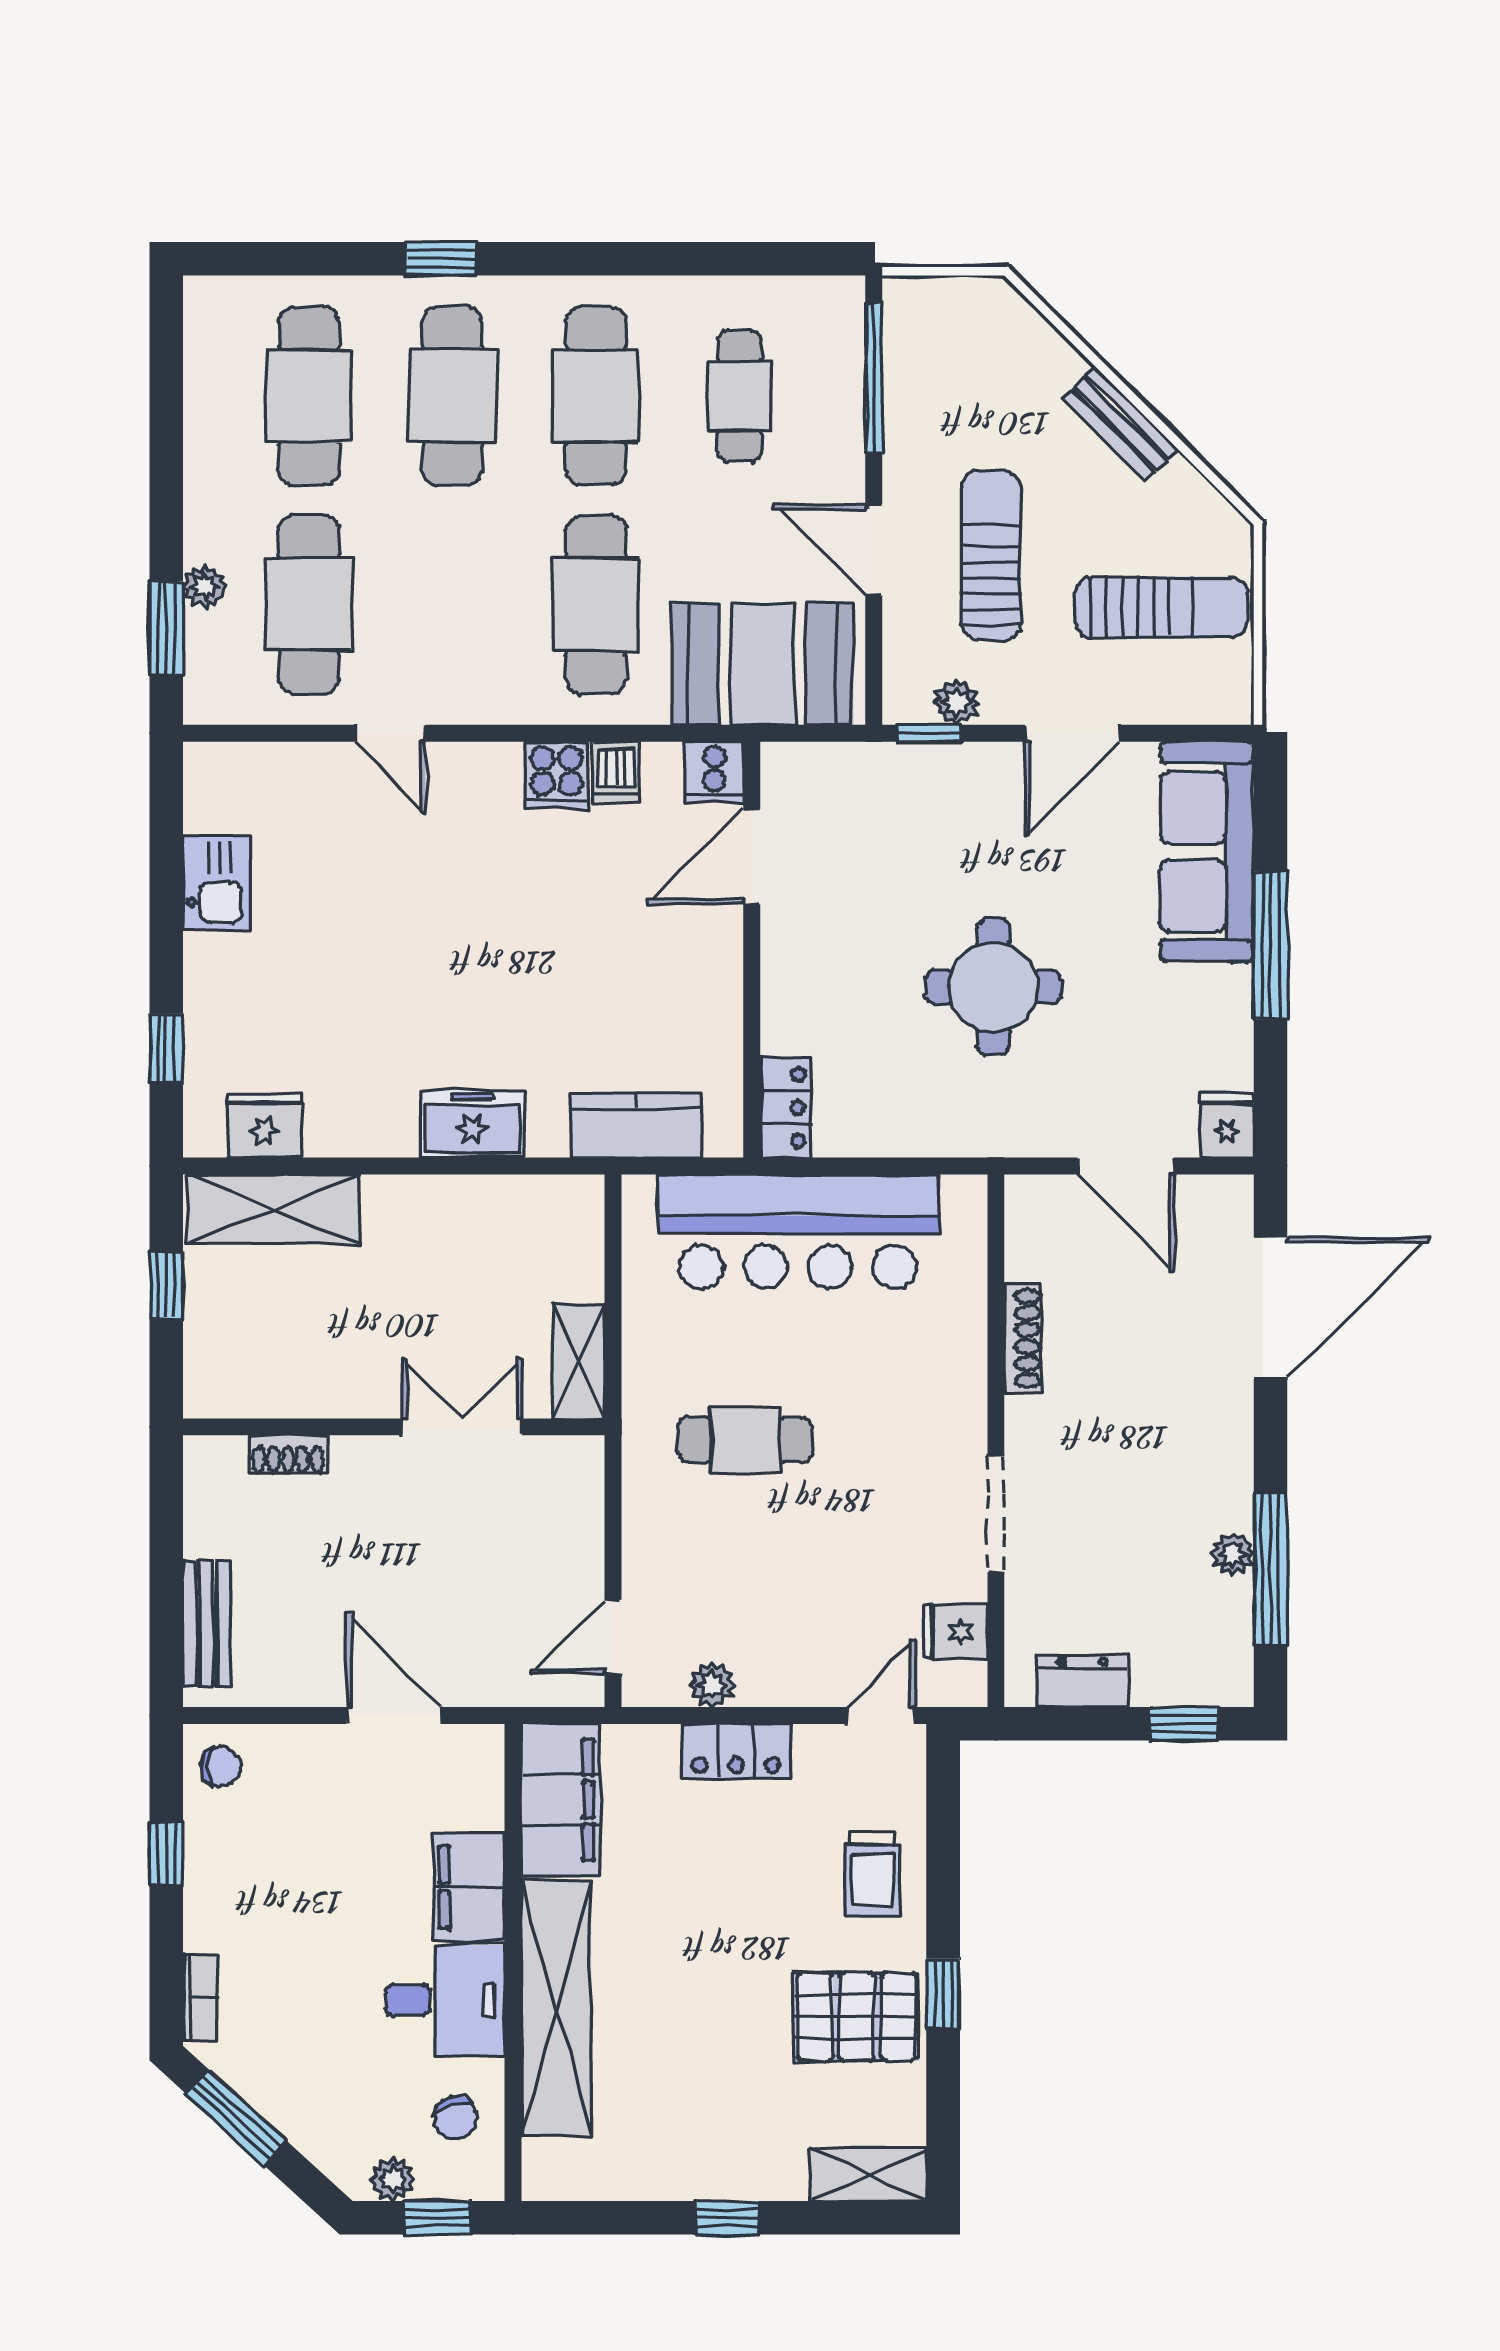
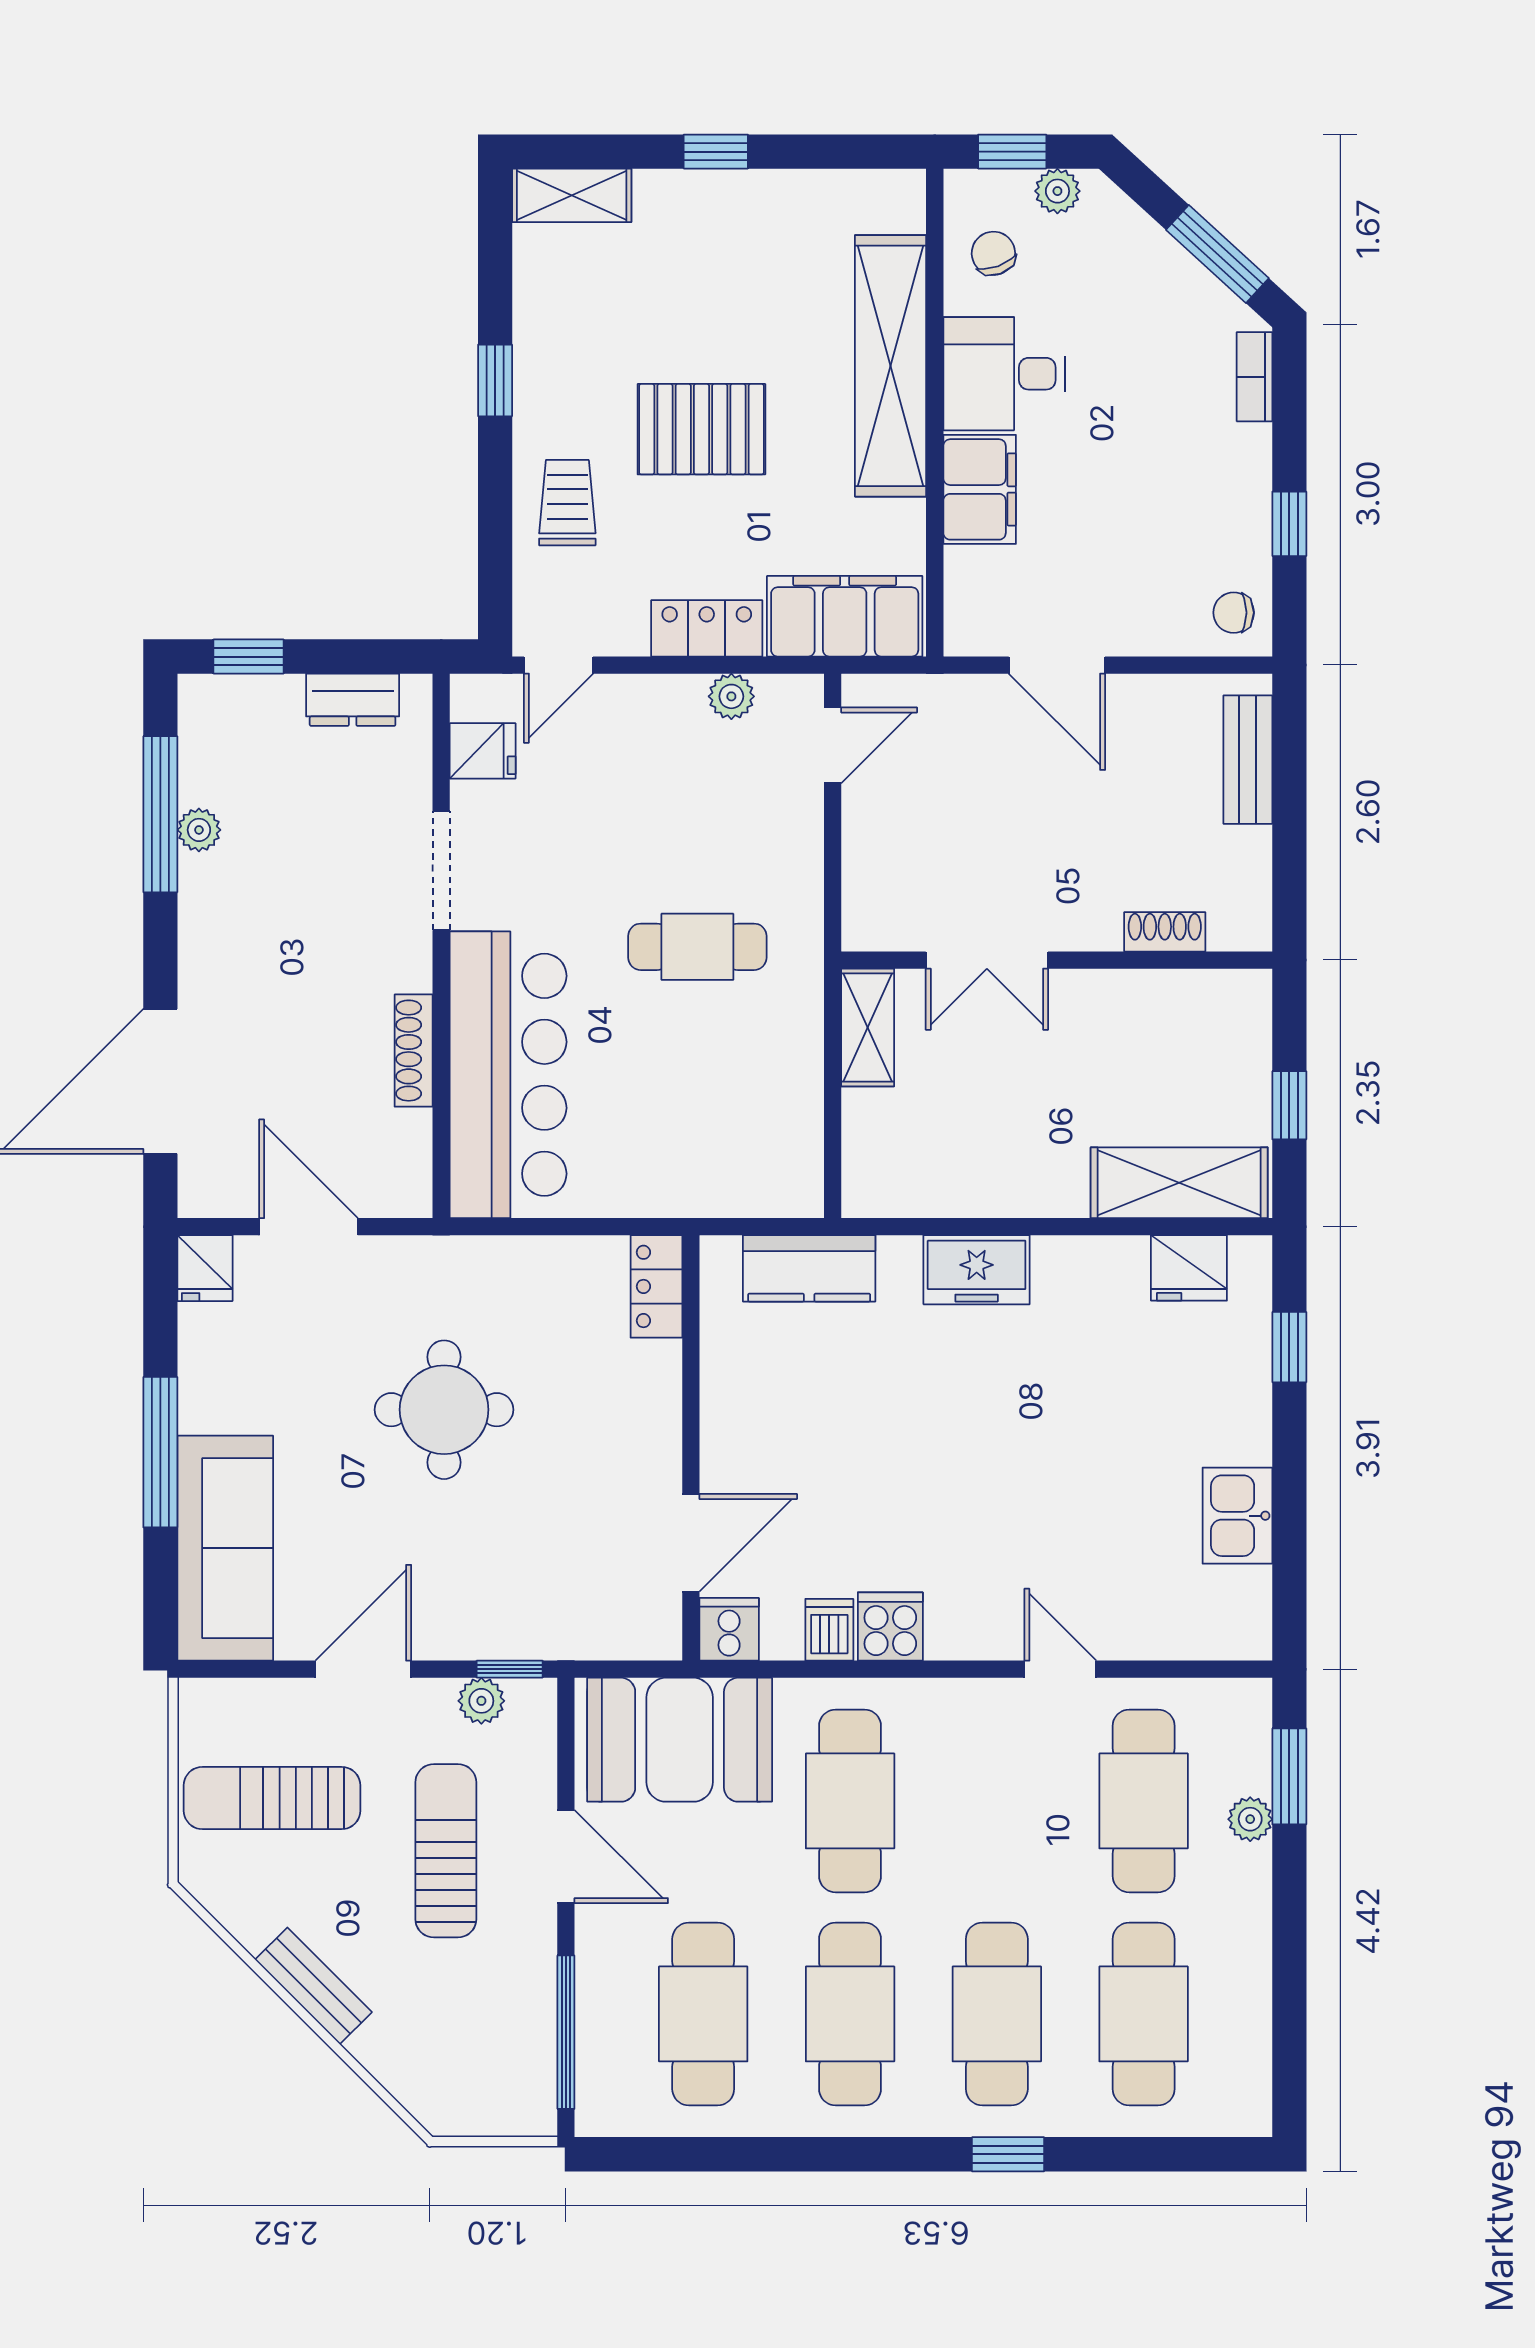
cafe table: (740, 396) -> (703, 2014), width x1.37, depth x1.35
sun lounger: (991, 556) -> (446, 1851), turned 180
bar counter: (798, 1232) -> (508, 1075), moved, turned 90
filing cabinet: (561, 1800) -> (845, 616), moved, turned 90
pallet: (857, 2017) -> (701, 429), moved

